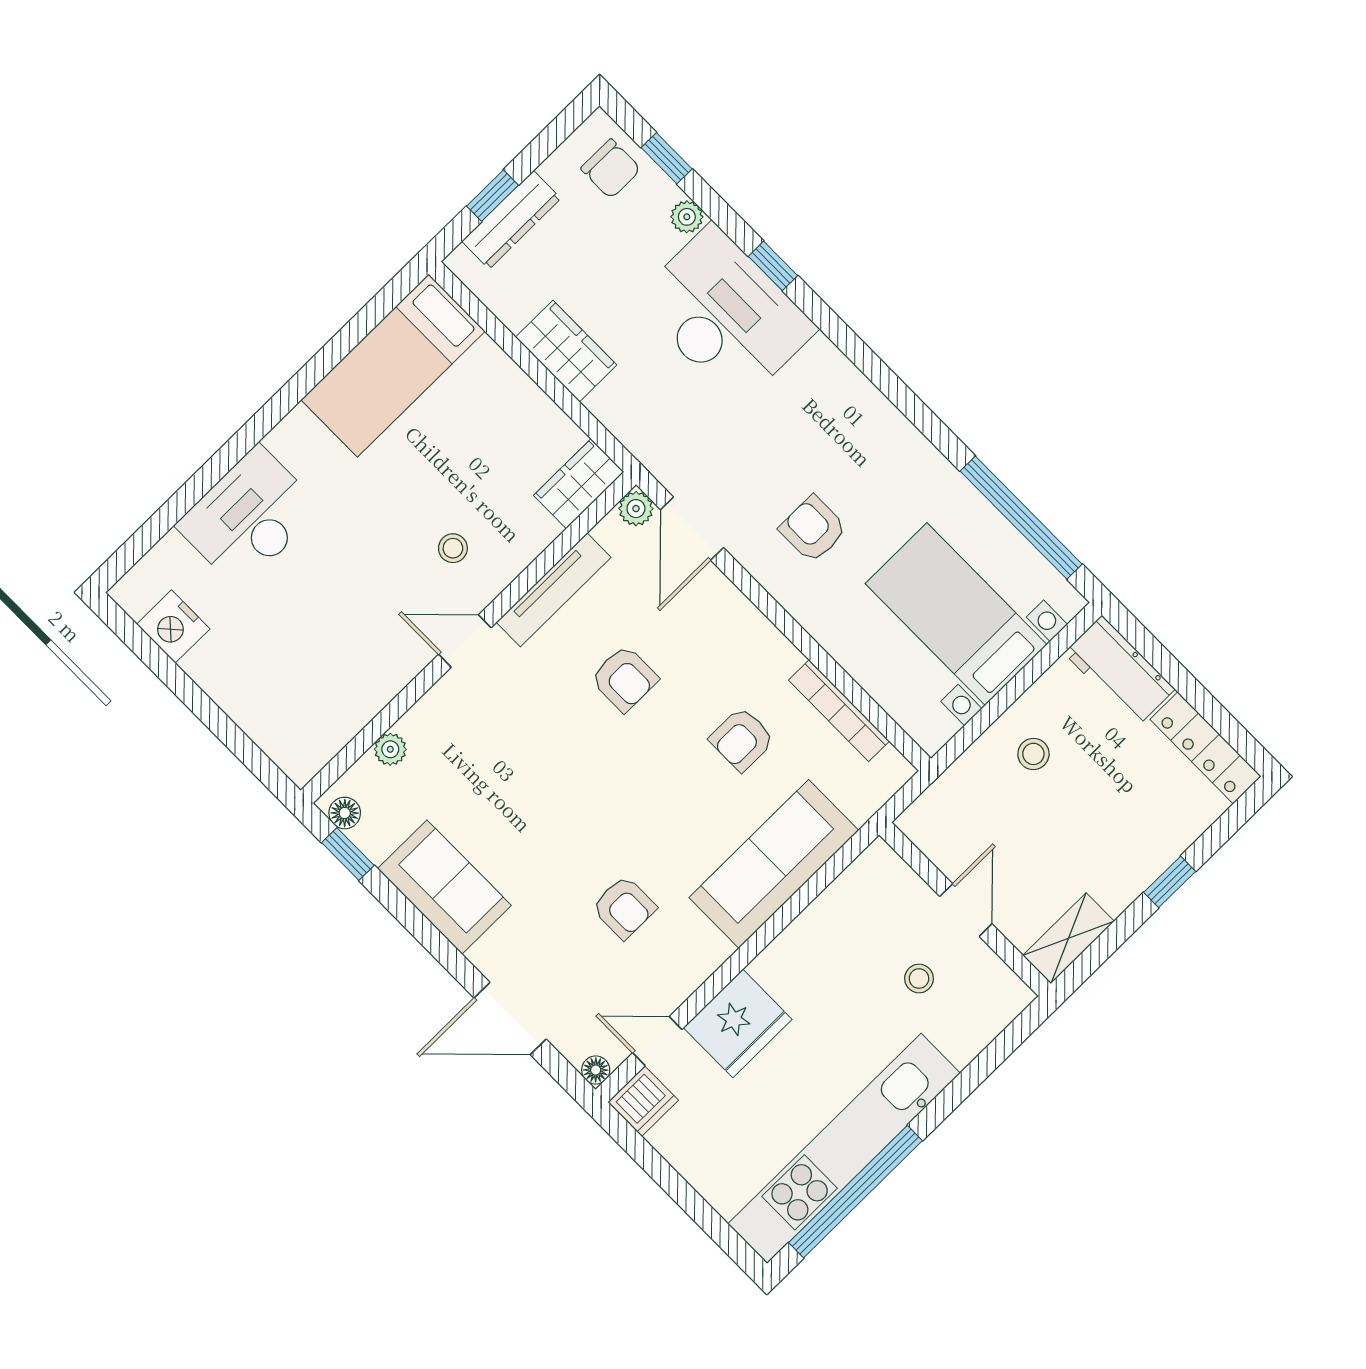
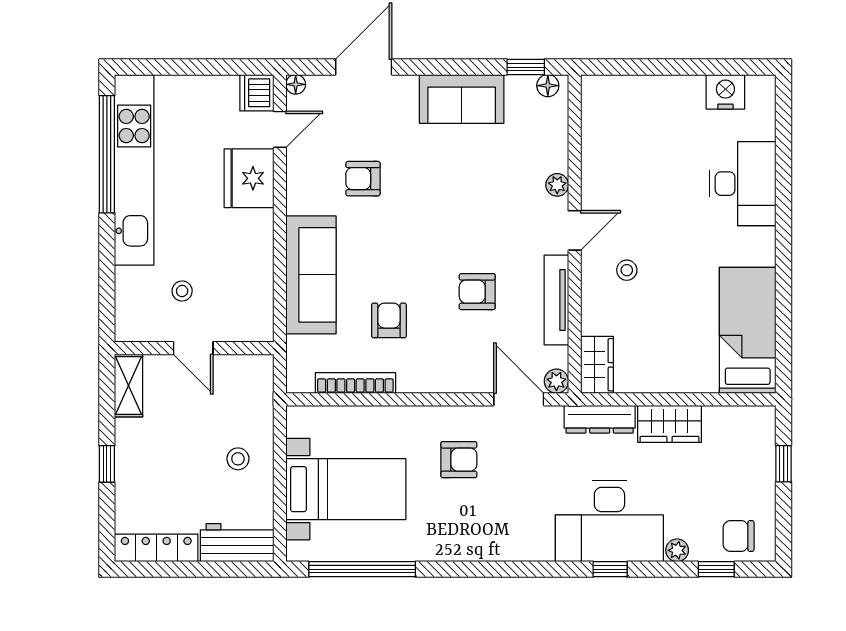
dresser: (511, 220) -> (600, 419), moved, turned -90
plant: (390, 749) -> (557, 185), moved

